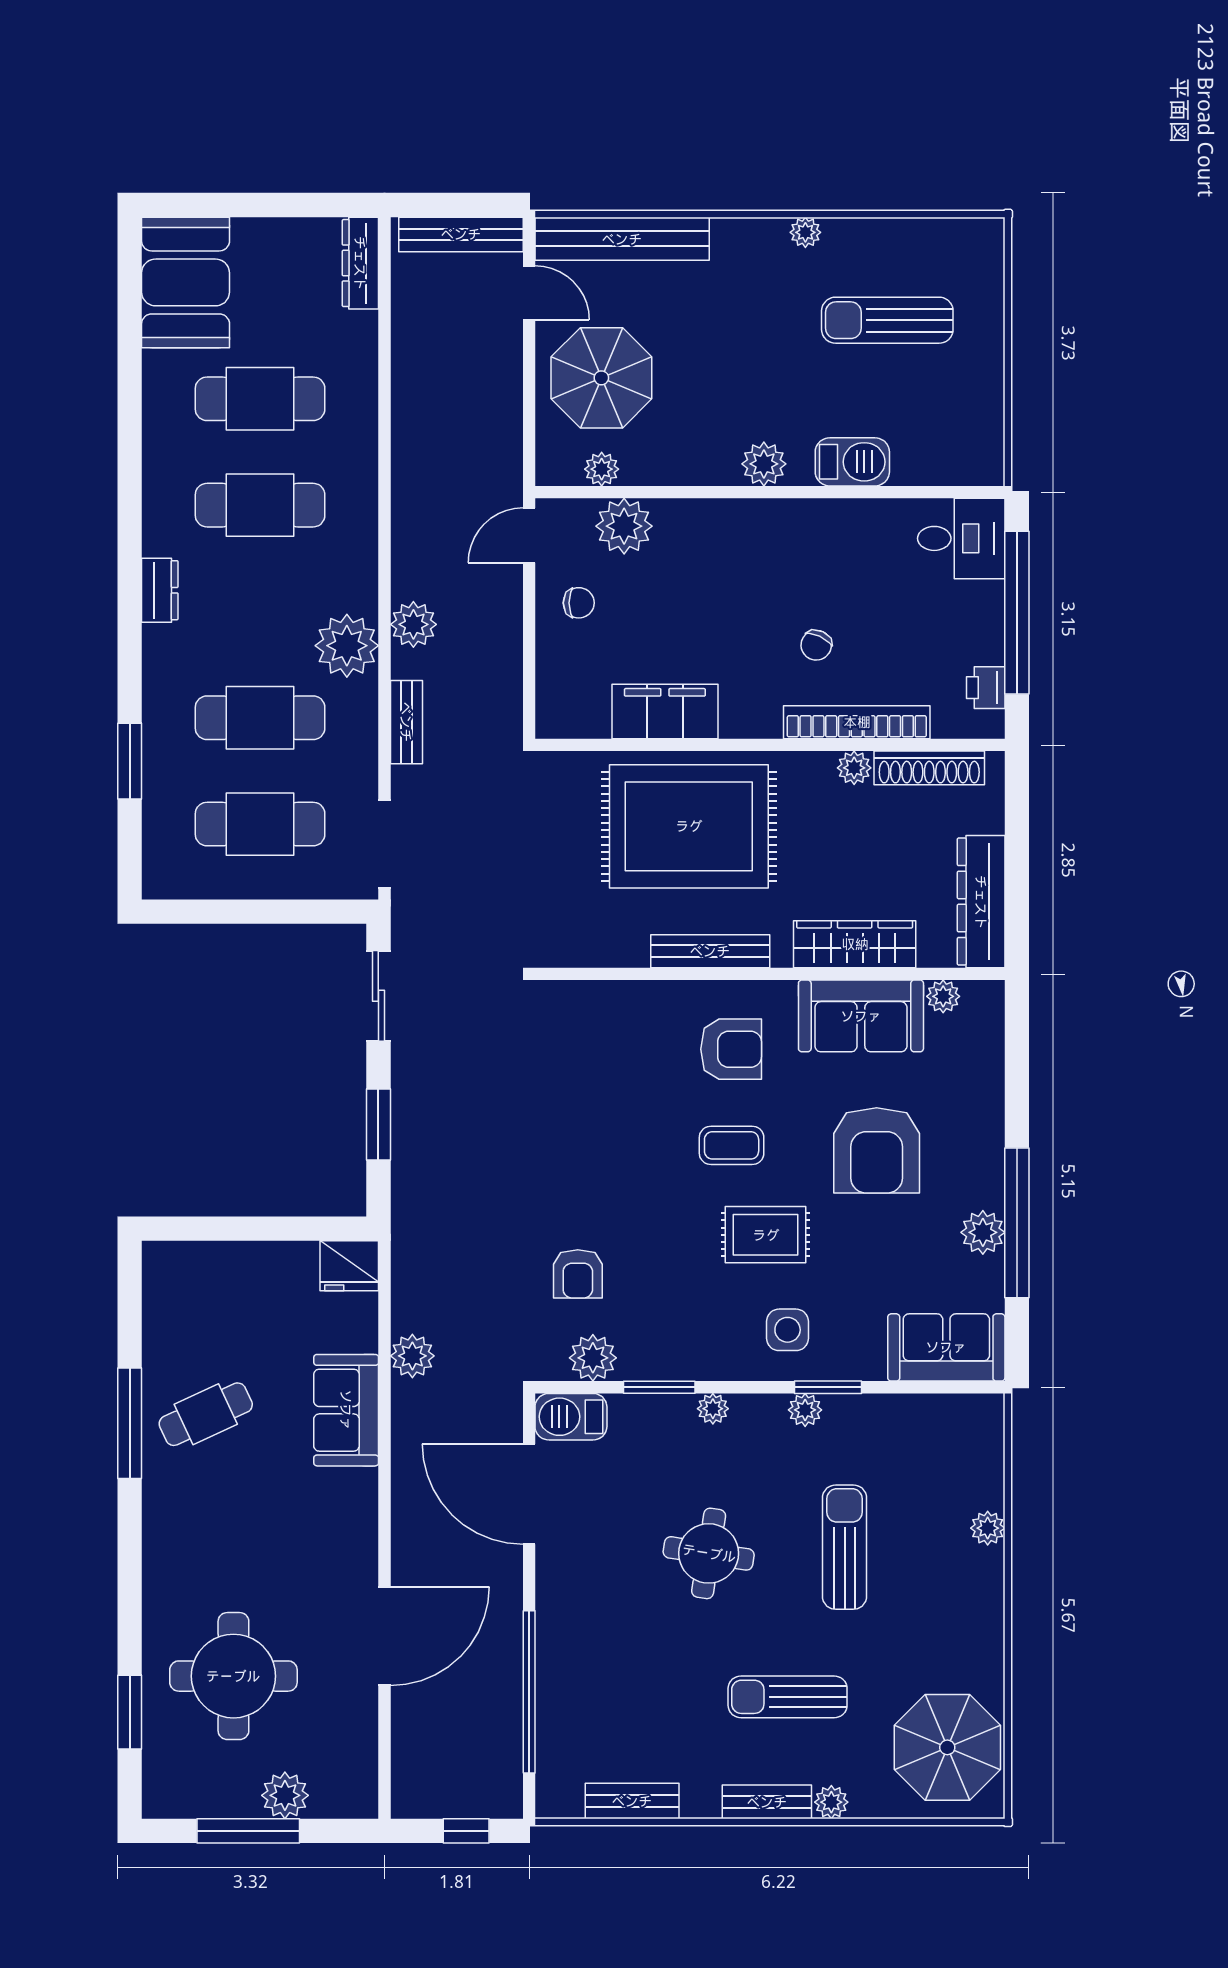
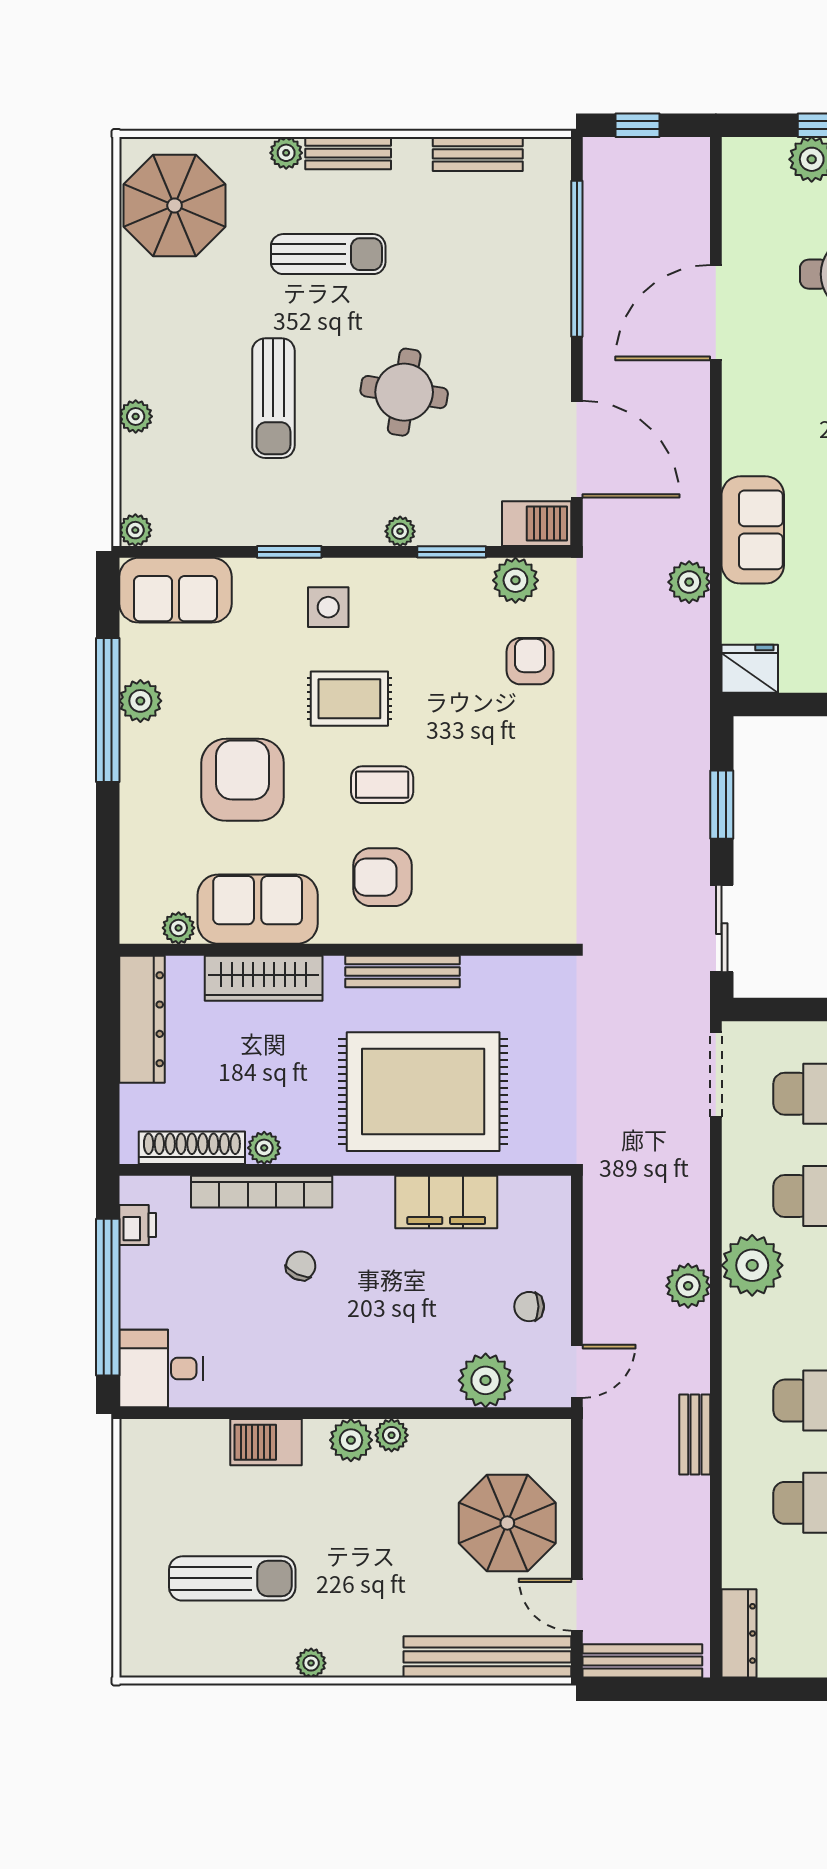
plant: (602, 469) -> (392, 1435), moved
bench: (406, 722) -> (695, 1434), moved
plant: (805, 1410) -> (135, 530), moved

